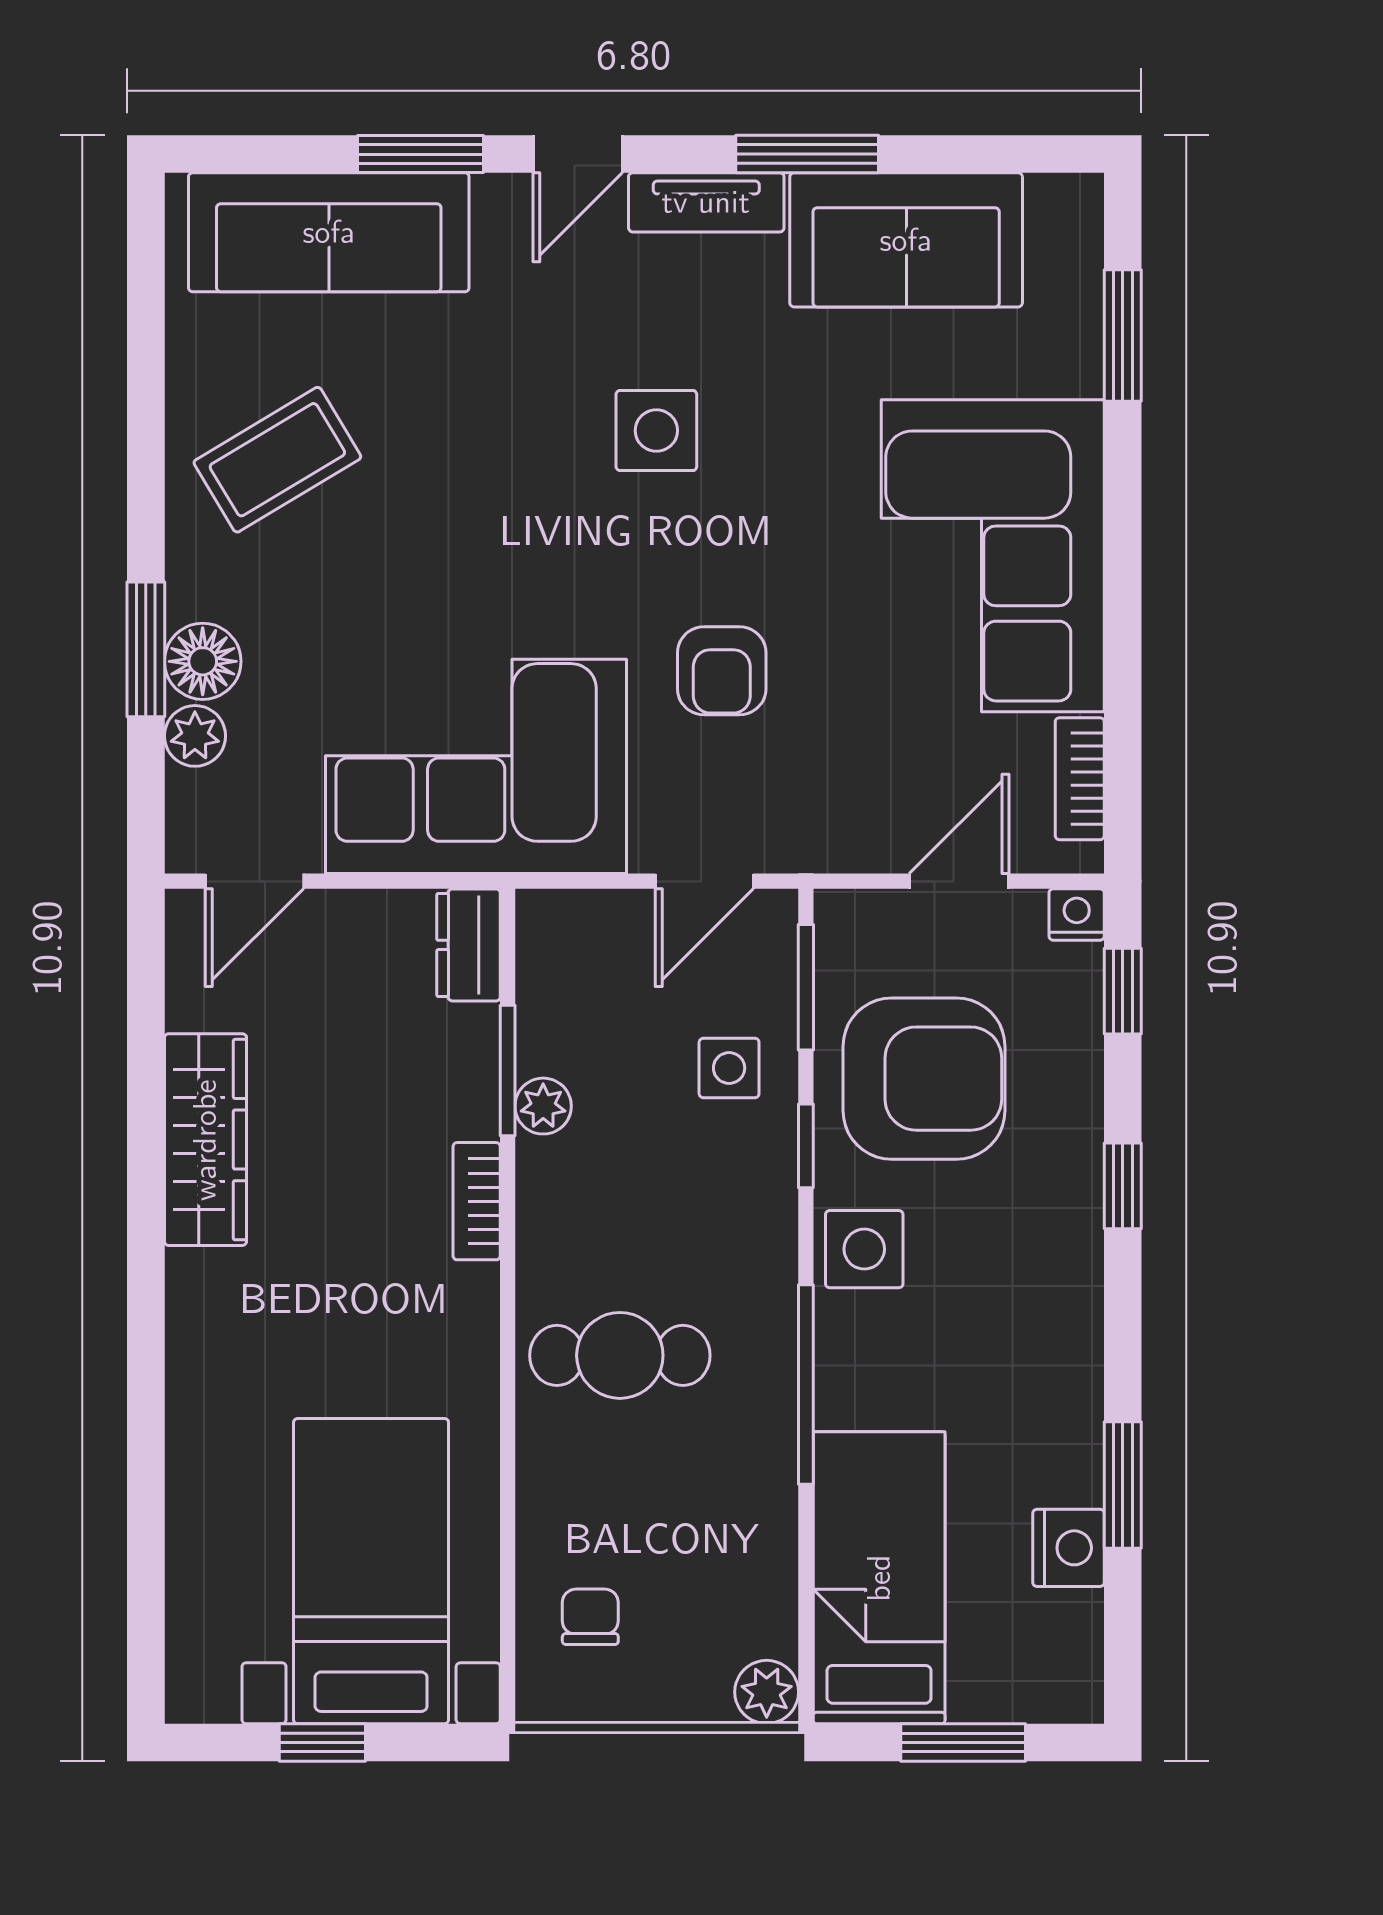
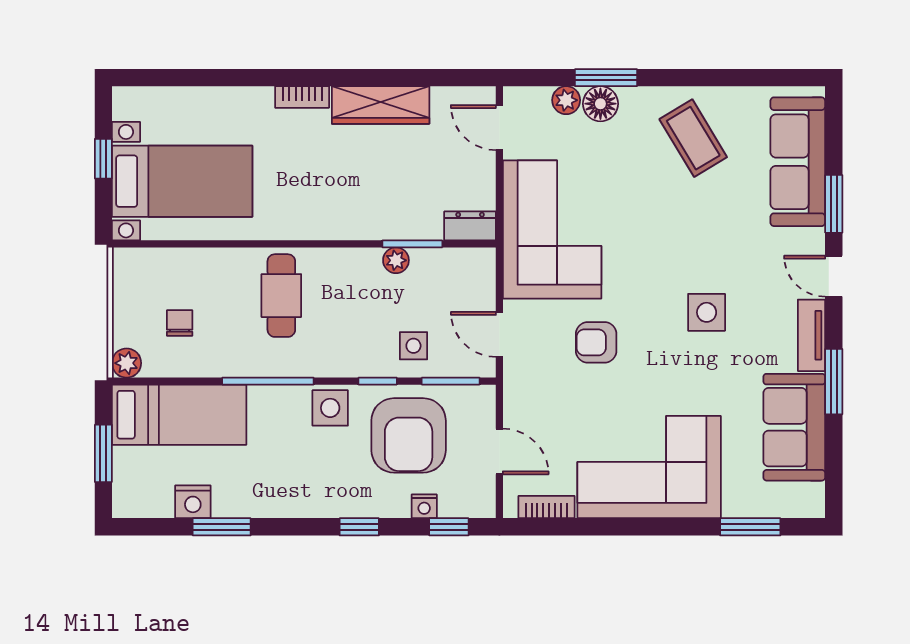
nightstand: (1077, 915) -> (424, 506), moved, turned 90
bookcase: (477, 1201) -> (302, 97), moved, turned 180
chair: (590, 1617) -> (180, 323), moved, turned -90

